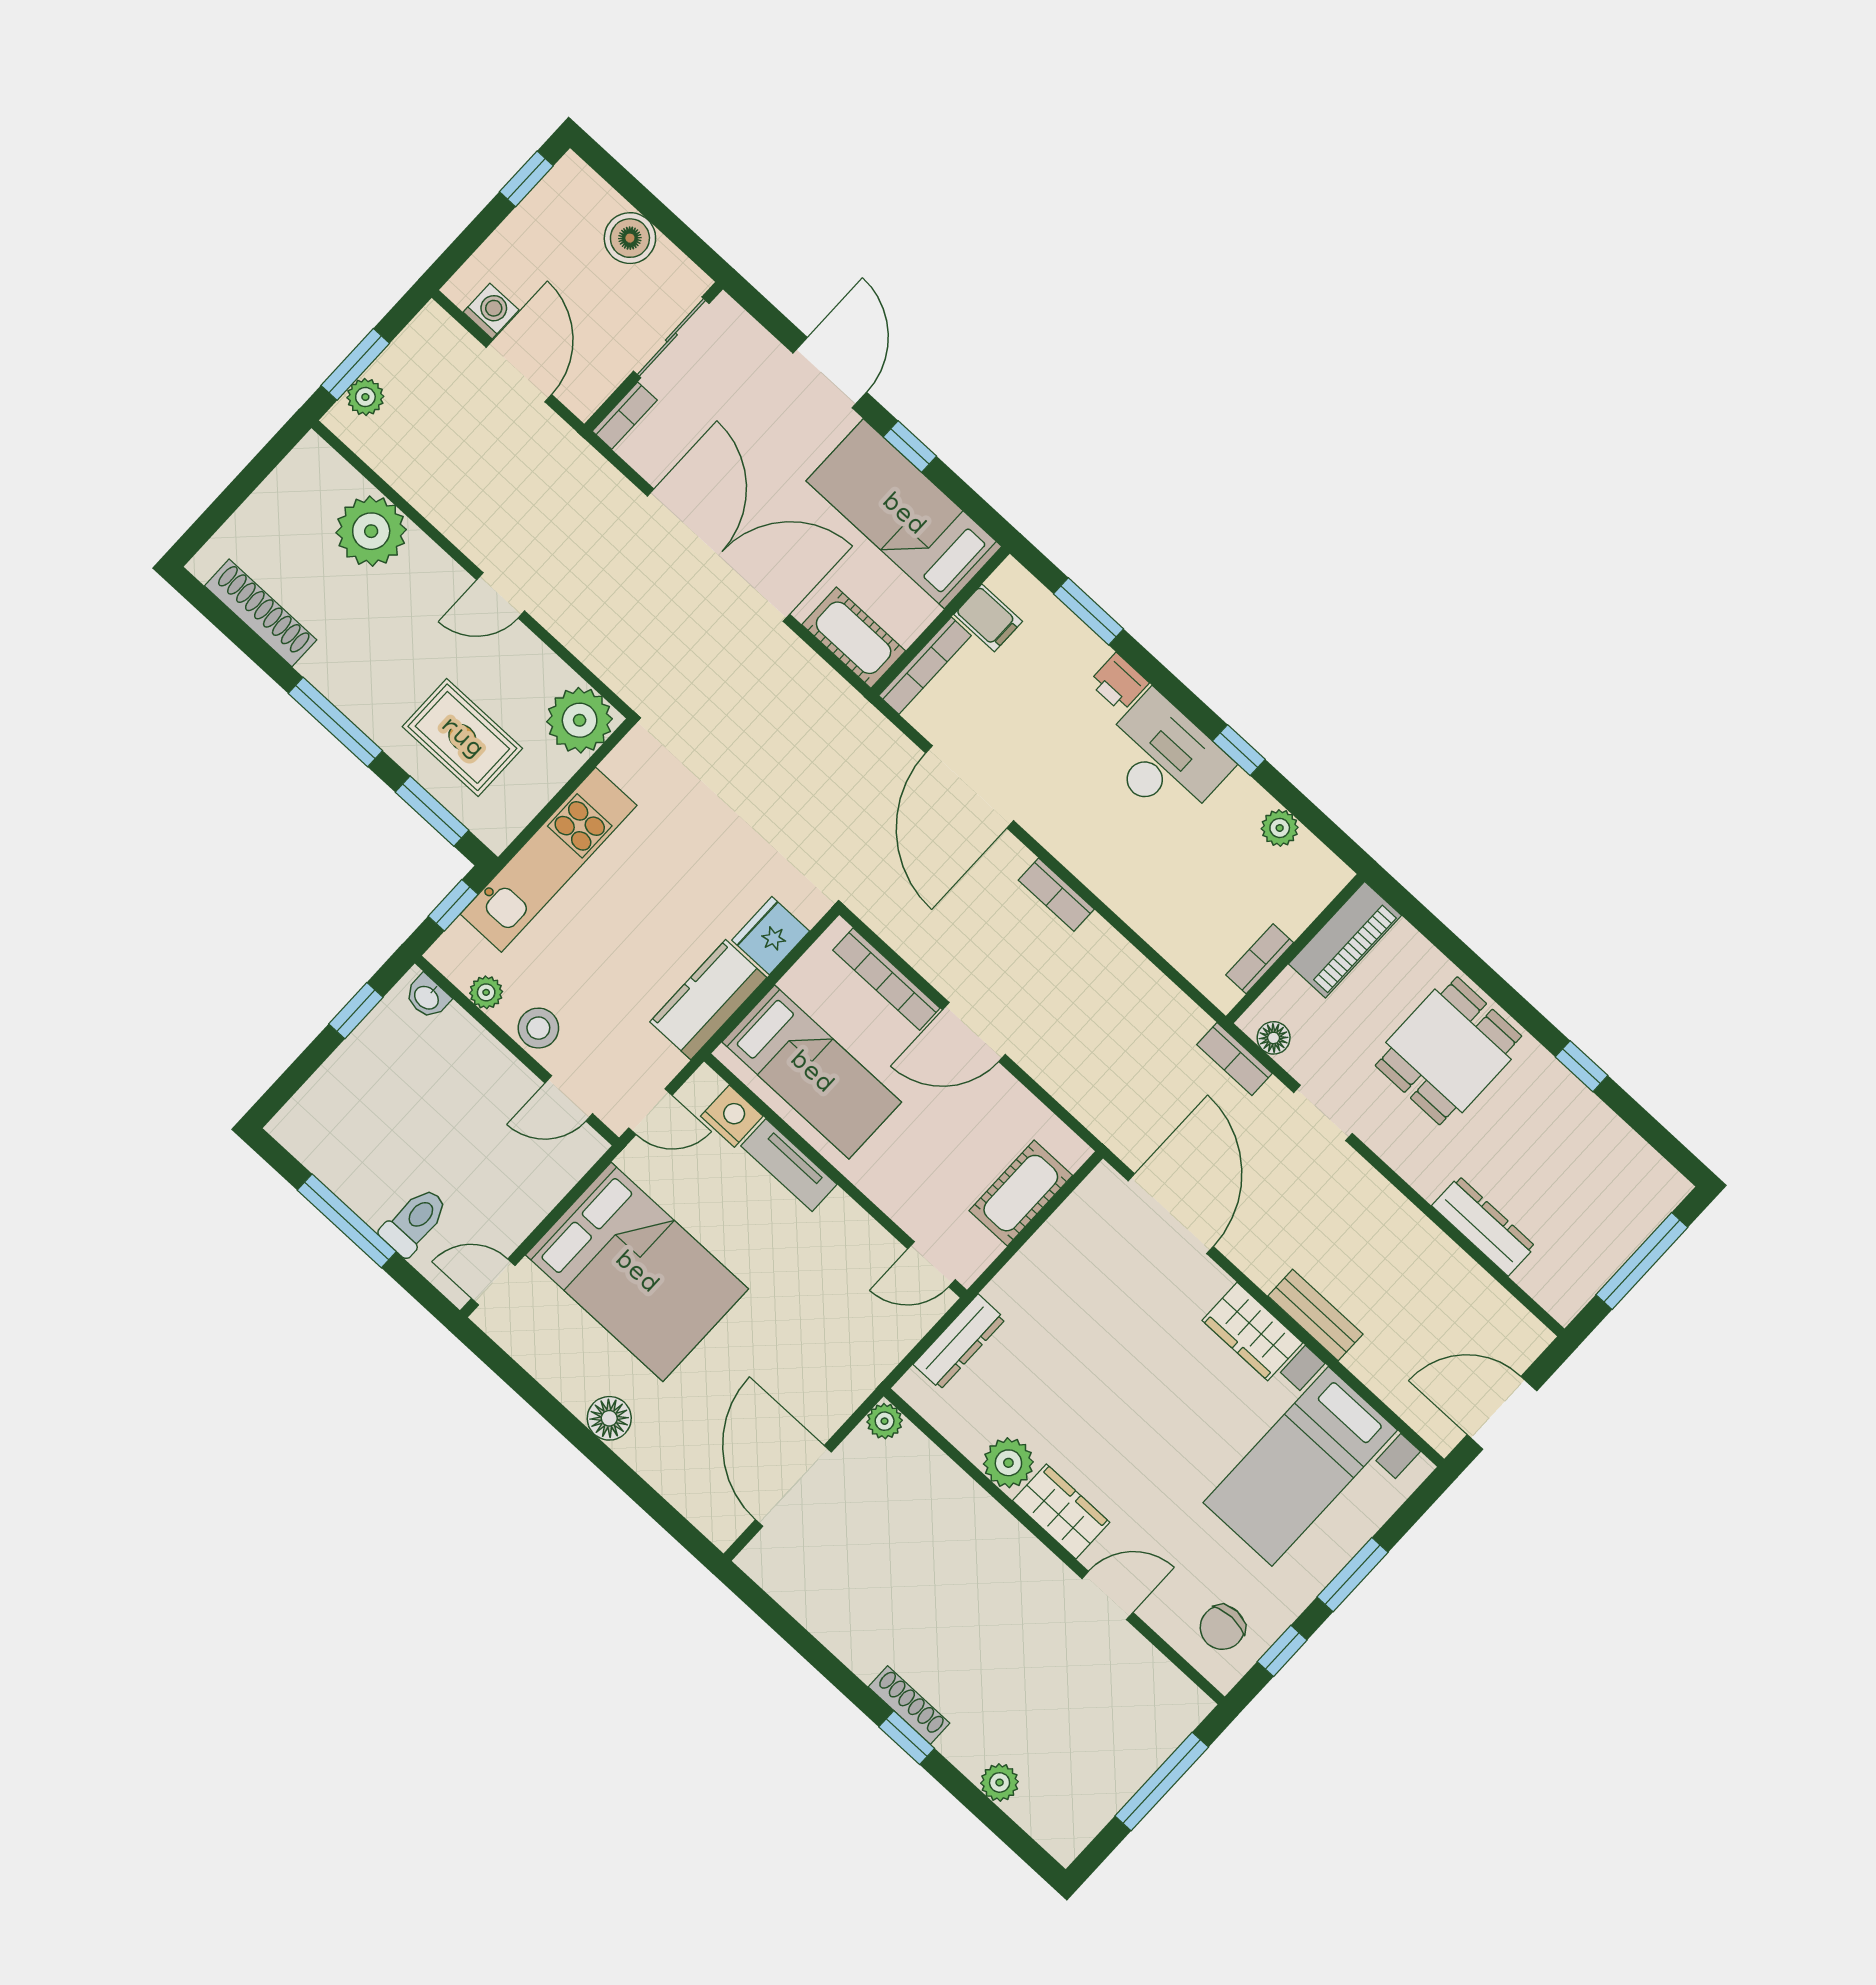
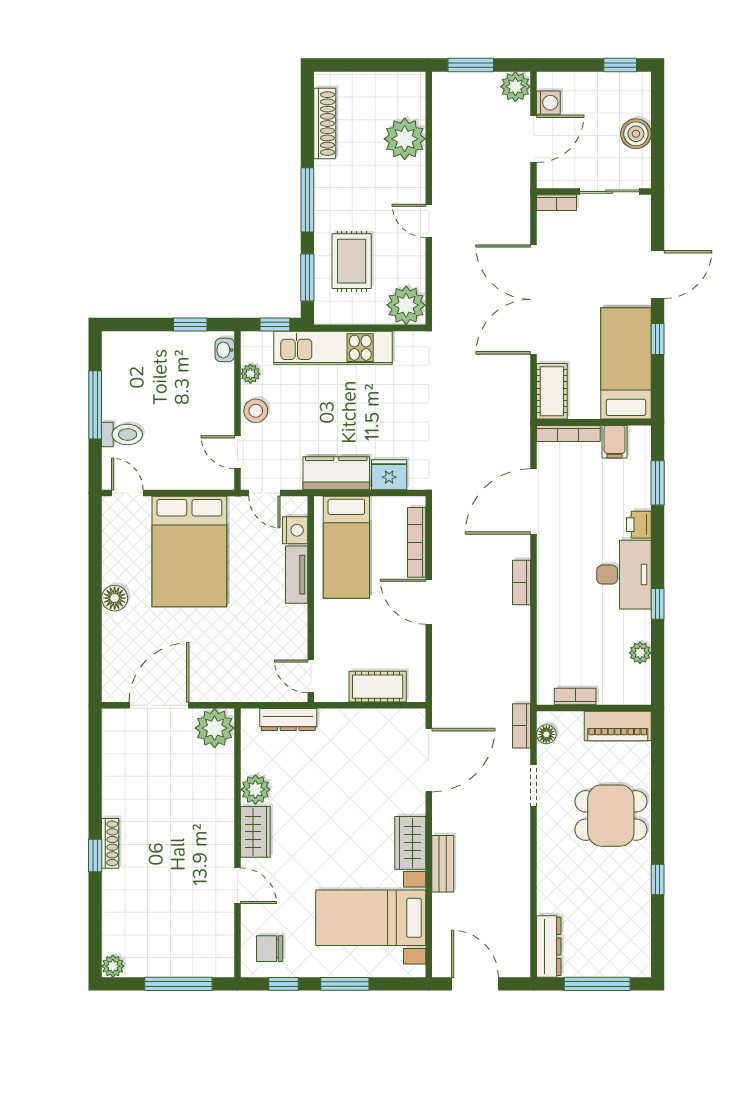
plant: (365, 397) -> (515, 87), moved, width x1.38, depth x1.38
double door: (719, 555) -> (534, 299), swing flipped
dresser: (1484, 1226) -> (549, 946), moved
plant: (885, 1421) -> (215, 728), width x1.88, depth x1.88
plant: (1000, 1782) -> (113, 966), moved

